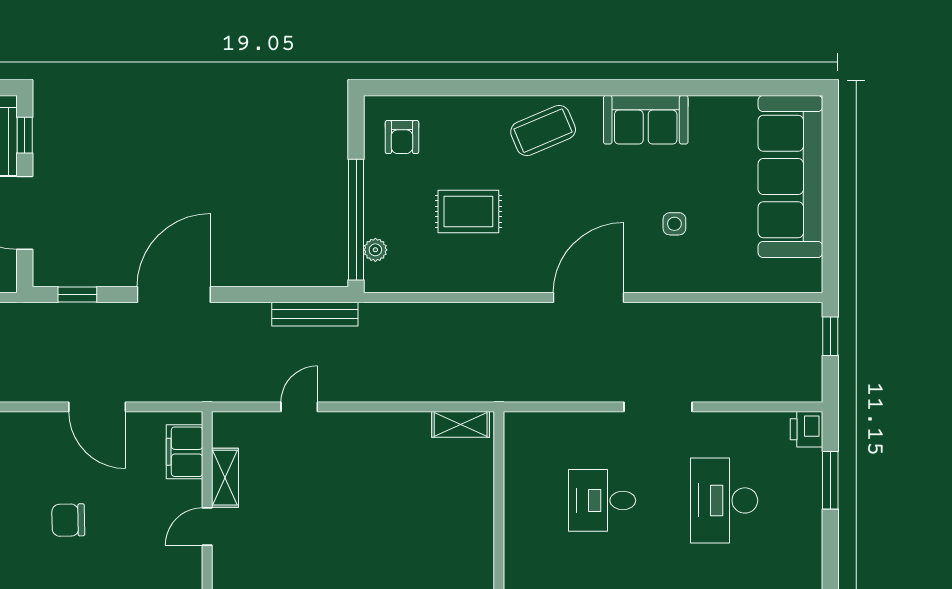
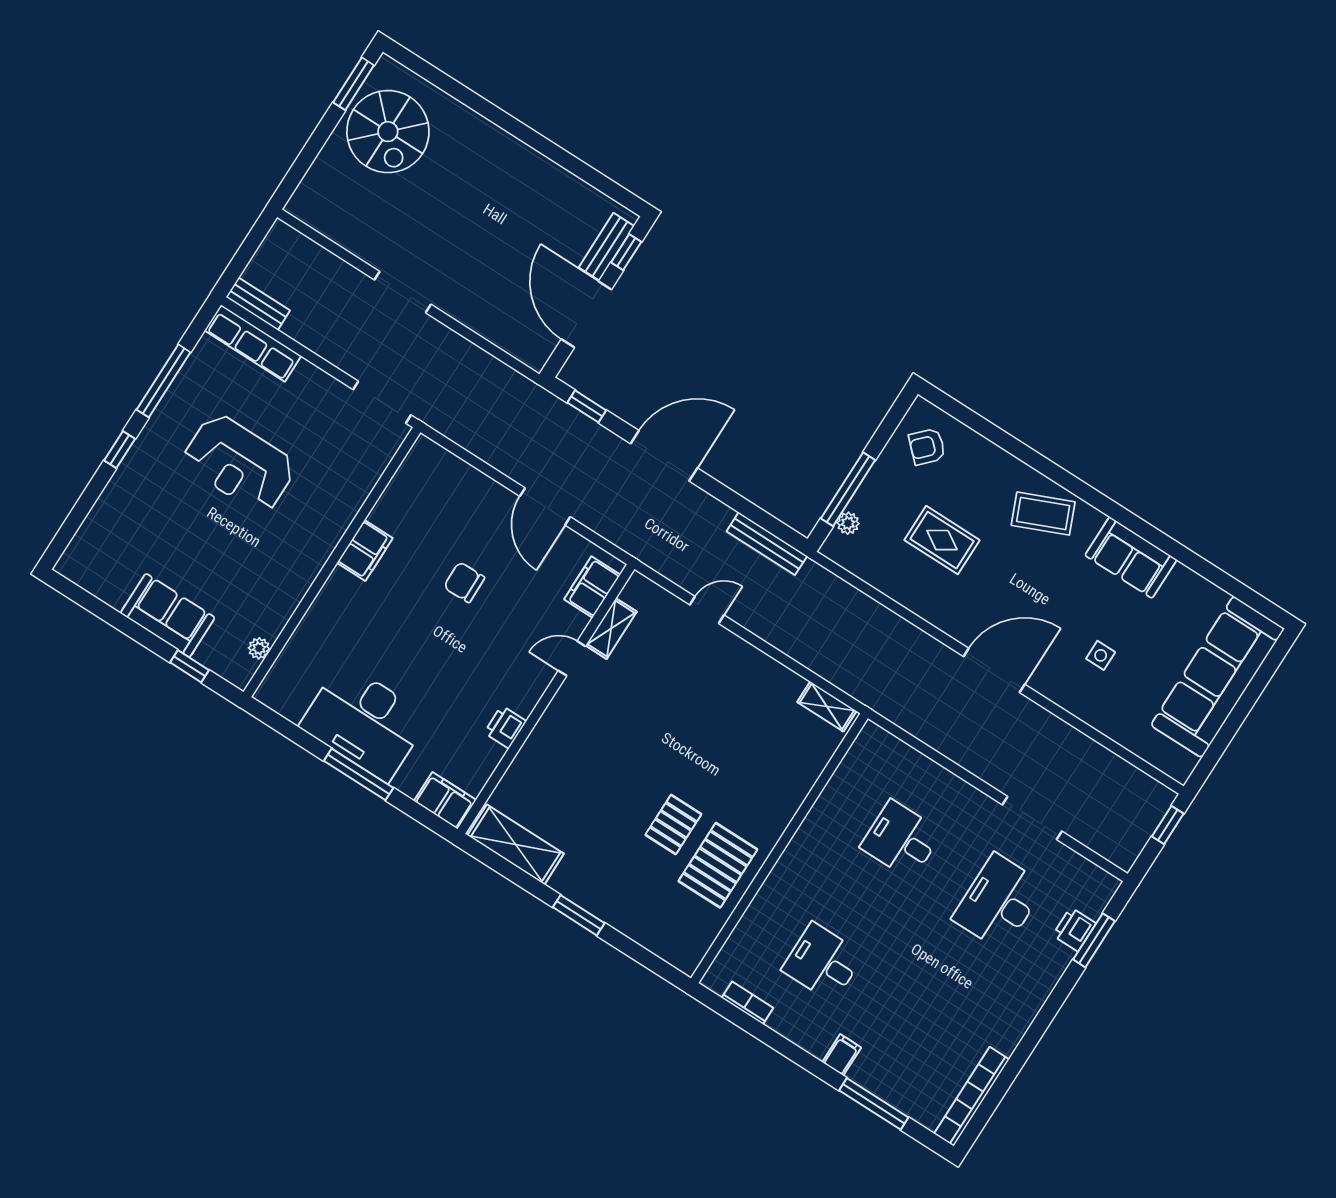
armchair: (402, 137) -> (927, 447), turned 44
window: (356, 220) -> (848, 489), width x0.68
doorway: (658, 407) -> (1032, 818), moved
printer: (806, 429) -> (1074, 929), moved

